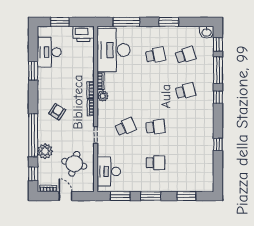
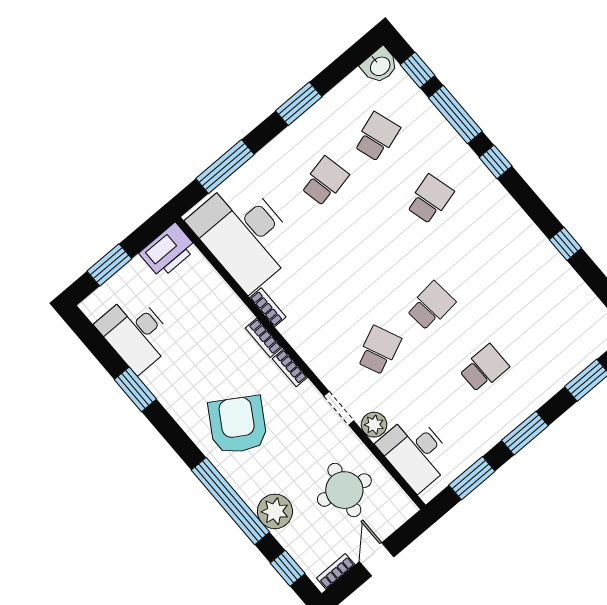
plant: (103, 96) -> (374, 425), moved
armchair: (57, 112) -> (238, 425), width x1.88, depth x1.88
door: (65, 196) -> (377, 559), hinge flipped

